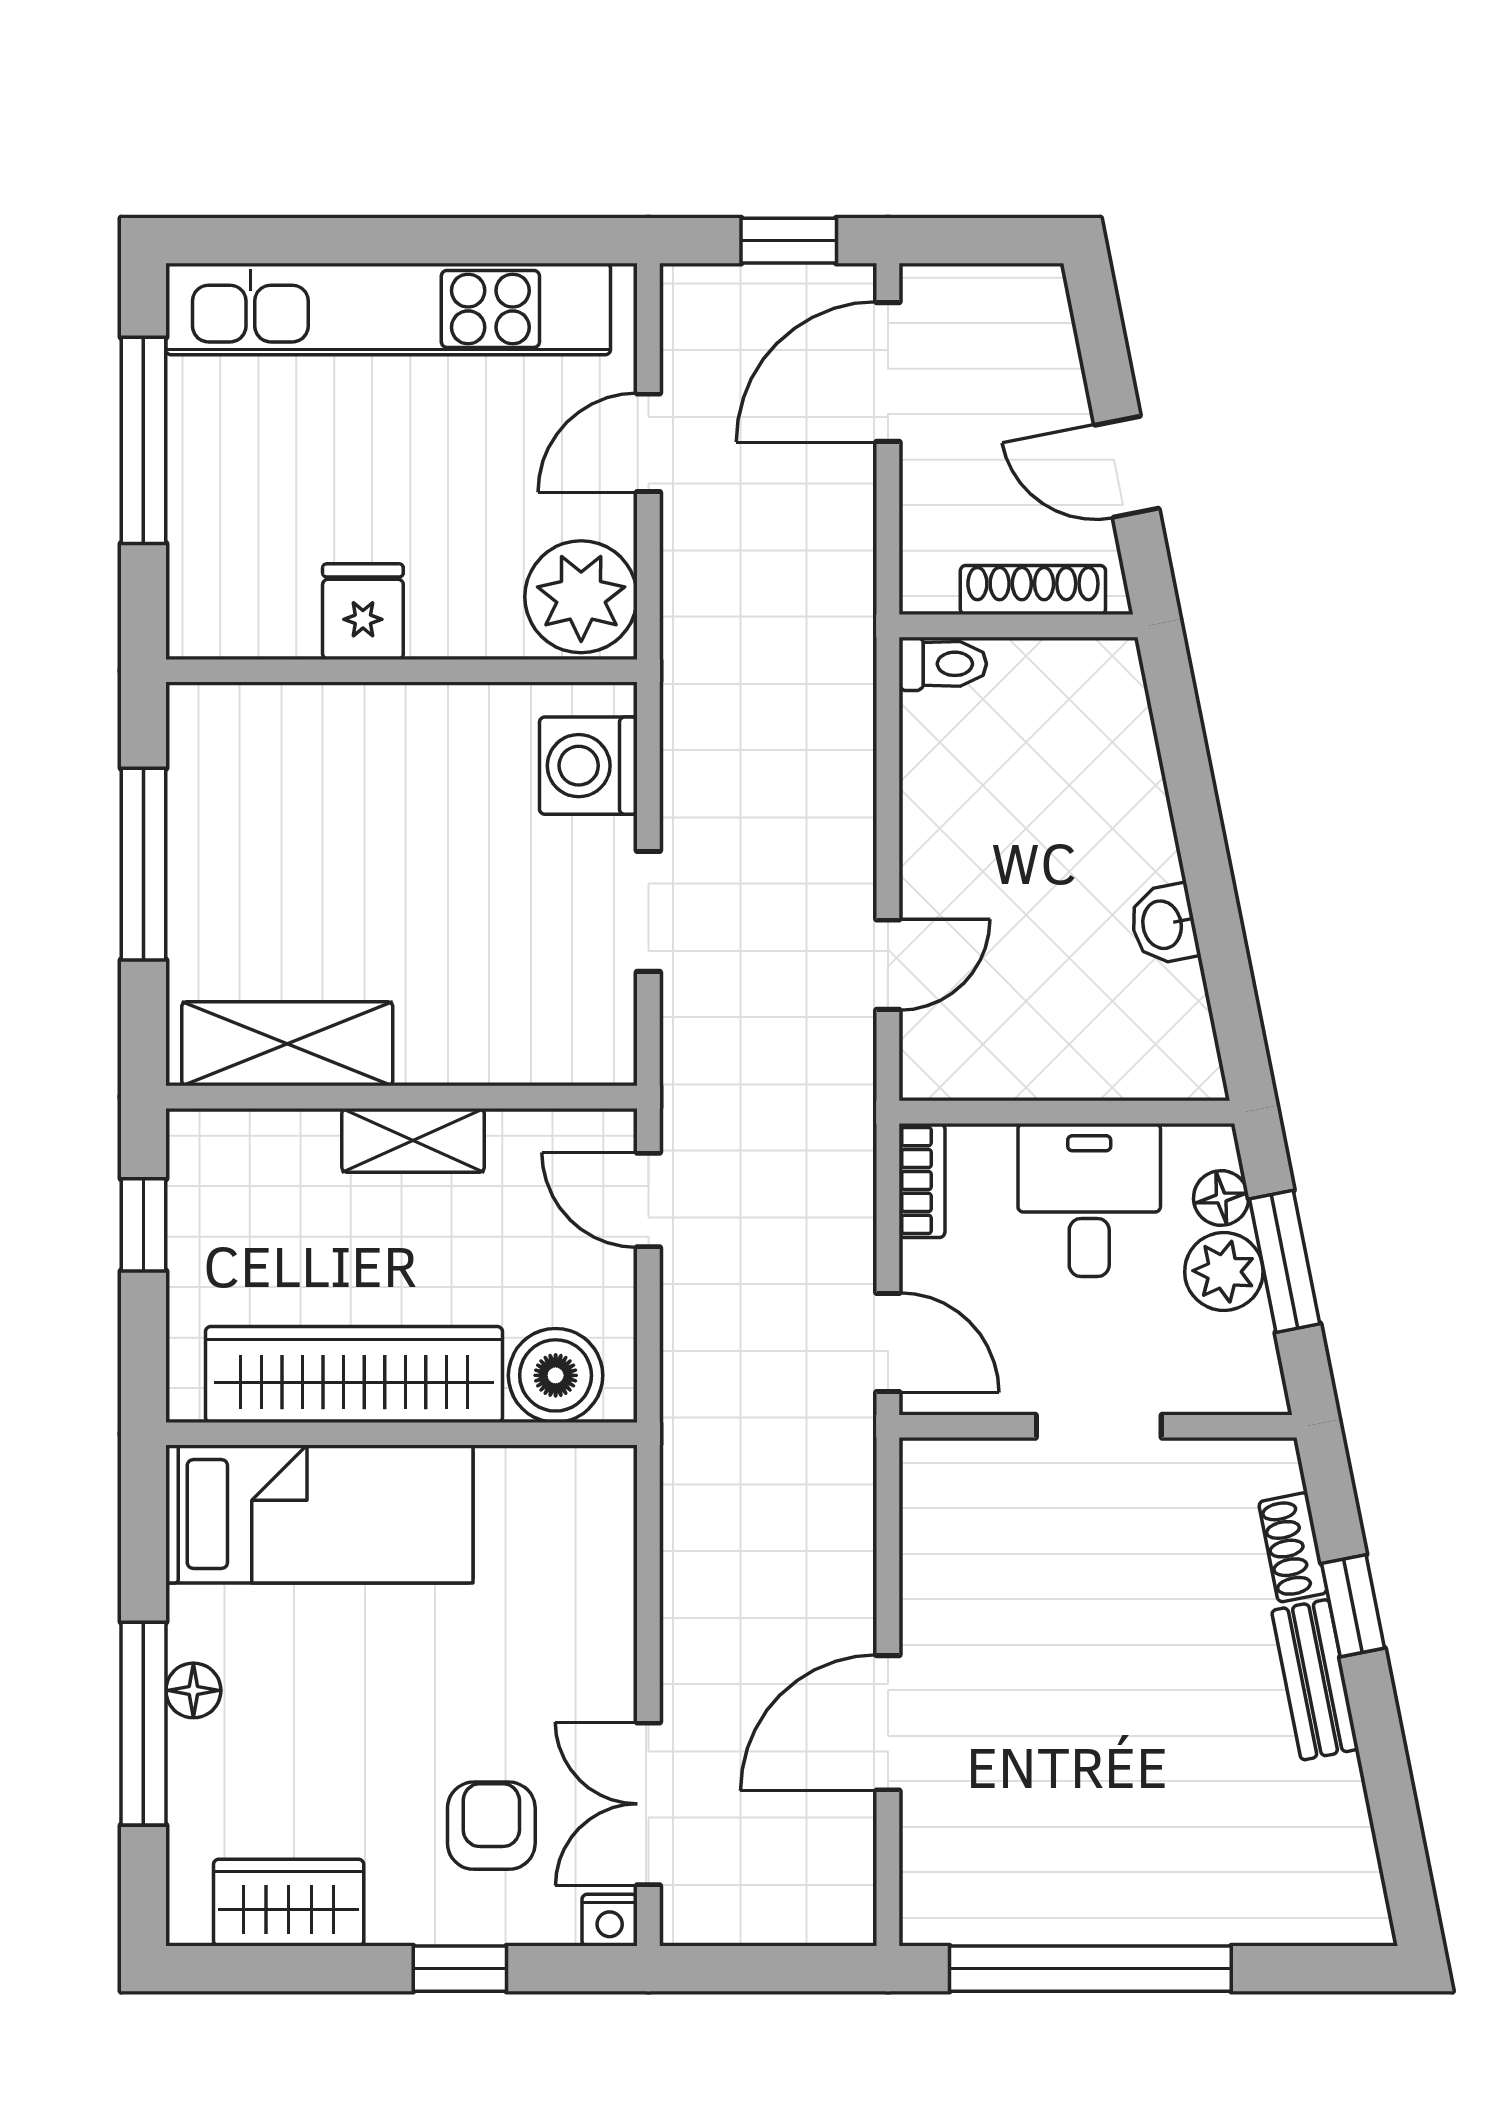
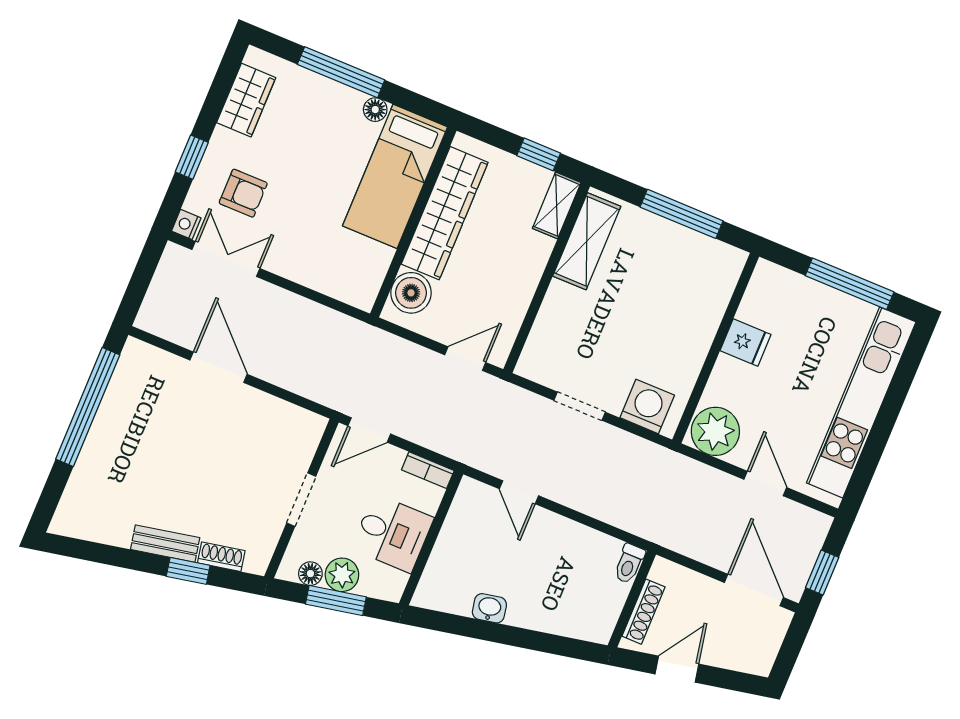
shelving: (413, 1140) -> (557, 205), moved
floor lamp: (1221, 1198) -> (310, 574), moved
floor lamp: (193, 1690) -> (375, 110), moved

